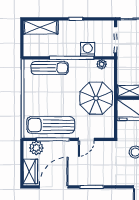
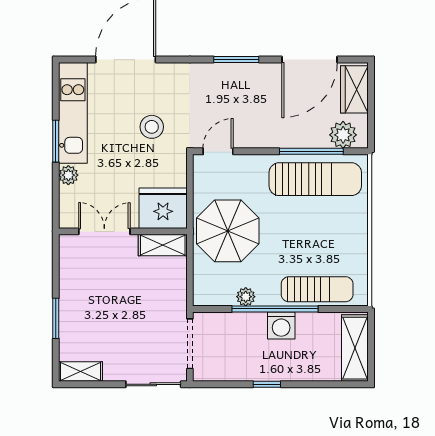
shelving: (41, 27) -> (355, 348), moved, turned 90
washing machine: (88, 49) -> (281, 325), moved
plant: (102, 64) -> (246, 297), moved
sun lounger: (50, 68) -> (317, 289), turned 180
door: (86, 139) -> (218, 151), moved

